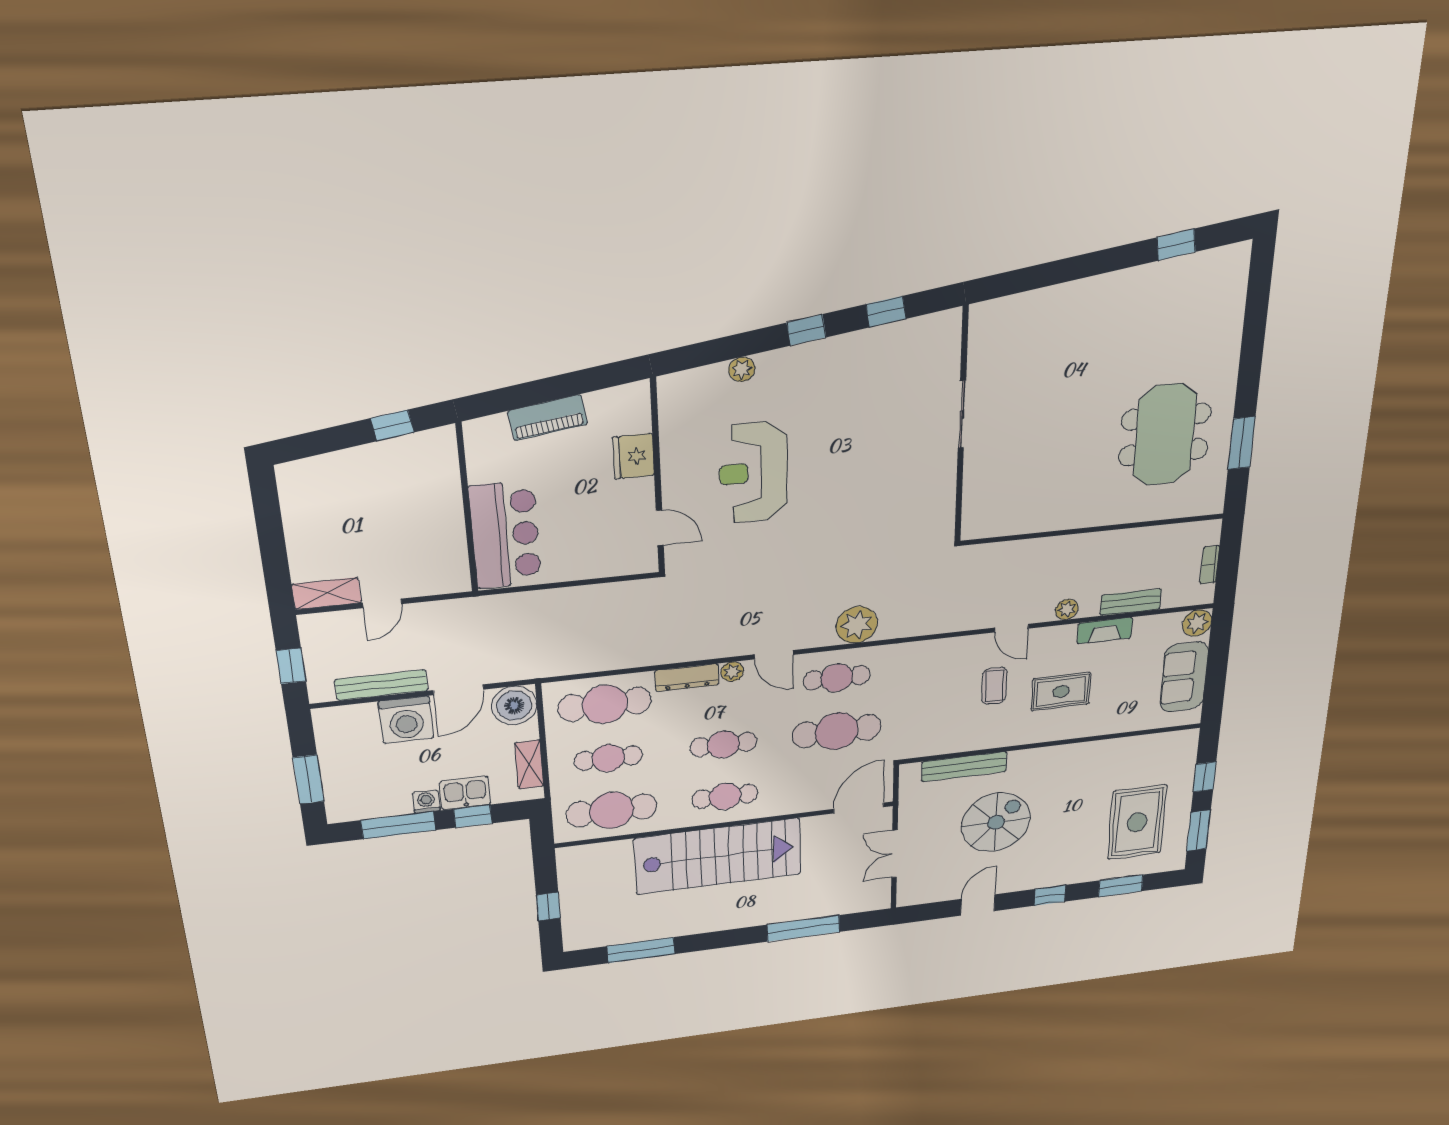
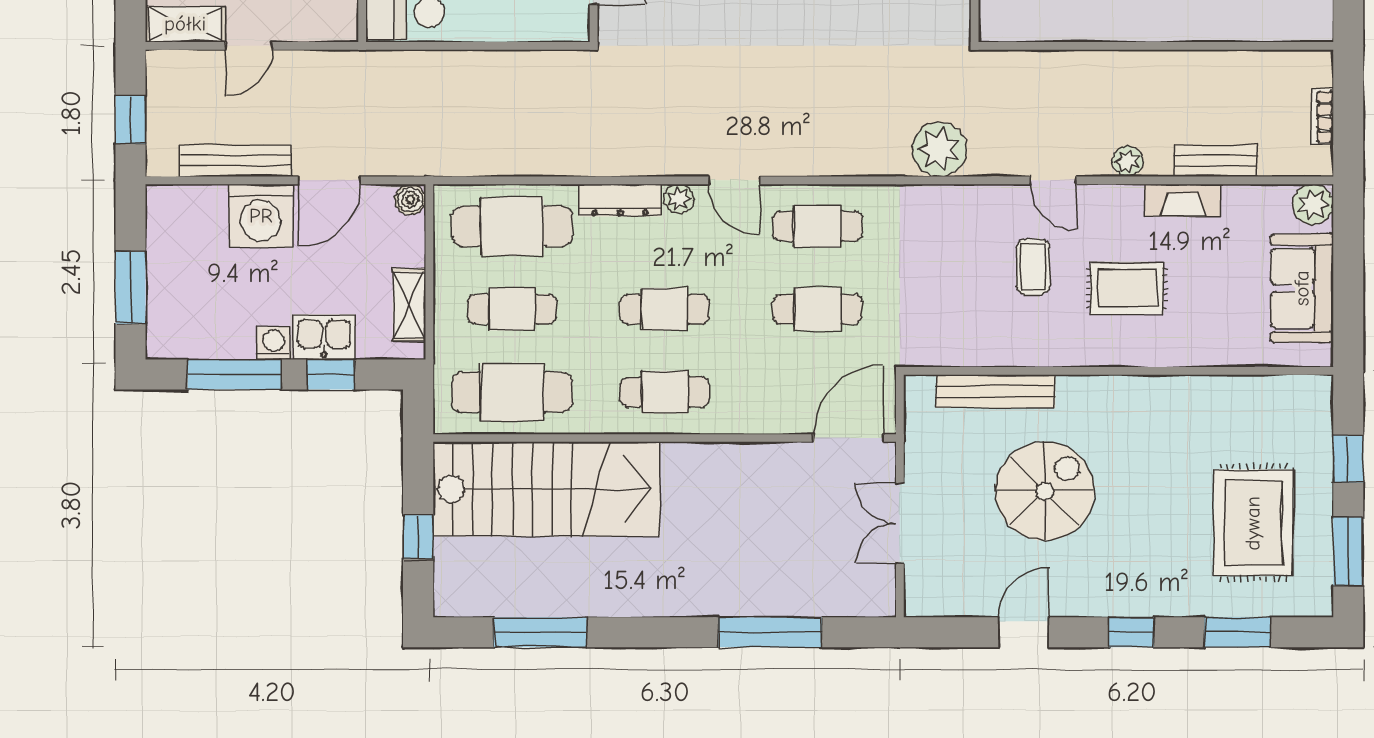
plant: (857, 625) -> (939, 149), moved
boiler: (514, 706) -> (410, 199), width x0.54, depth x0.54
cafe table: (837, 731) -> (817, 309), width x0.73, depth x0.74
stairs: (718, 856) -> (547, 489), moved

